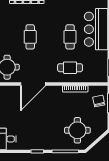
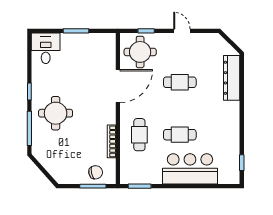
door: (33, 84) -> (118, 86), swing flipped
round table: (77, 130) -> (56, 113), moved

